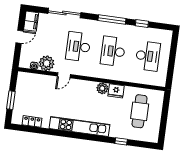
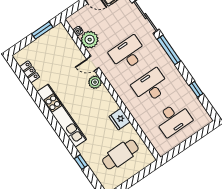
window: (112, 19) -> (169, 50), moved
plant: (102, 88) -> (95, 82), moved
window: (11, 100) -> (42, 30), moved

